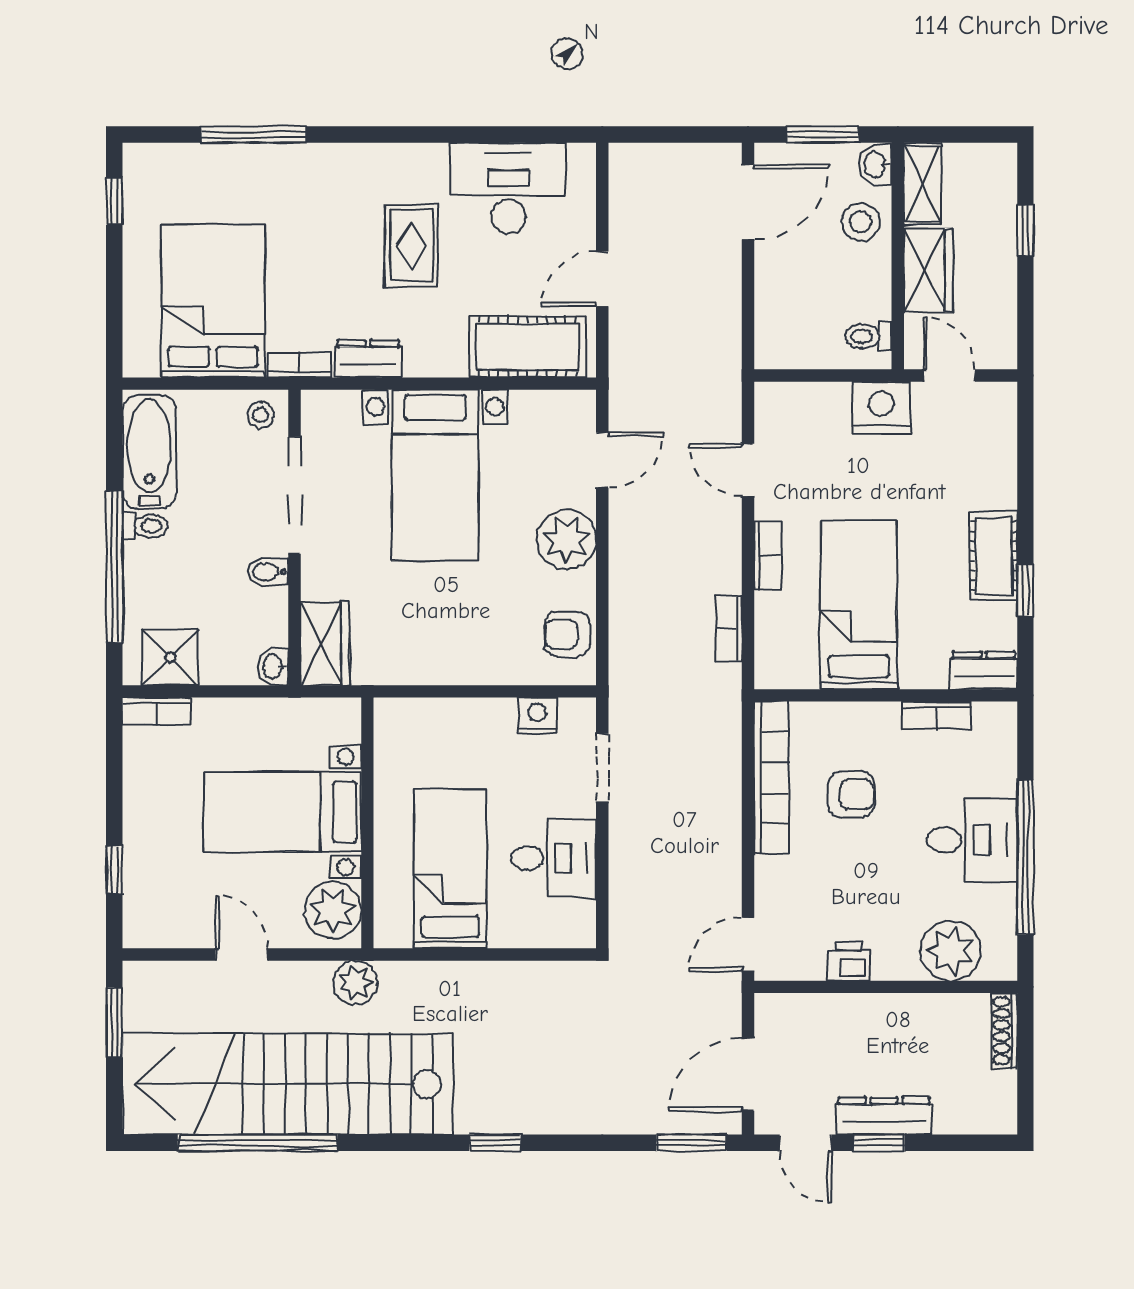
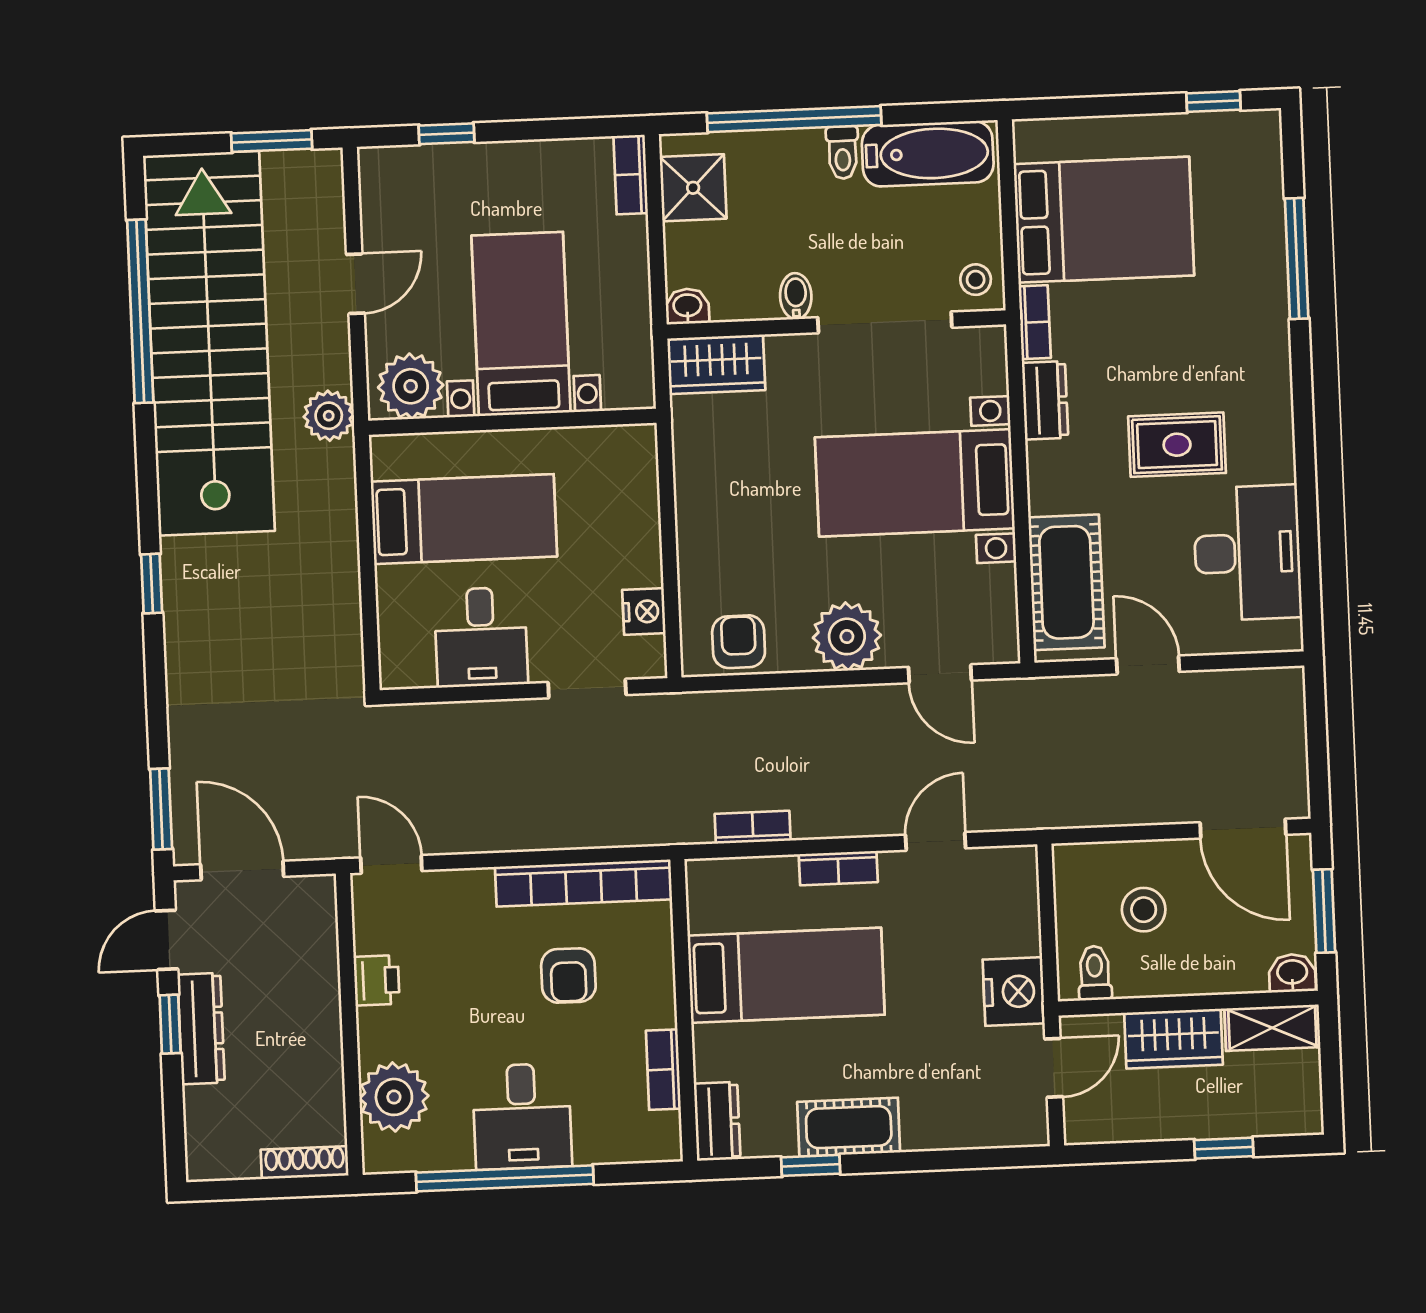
stool: (861, 222) -> (1144, 910), moved

